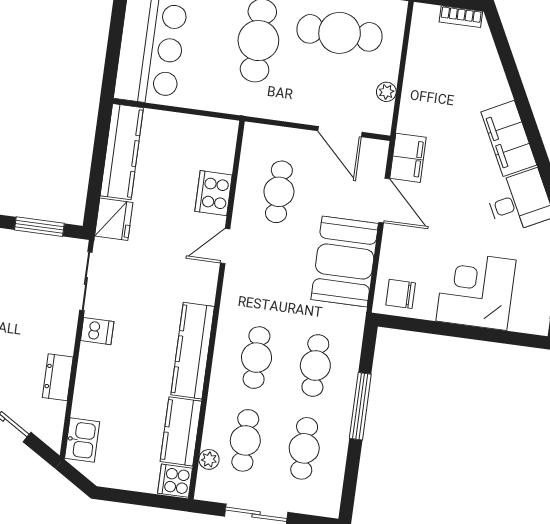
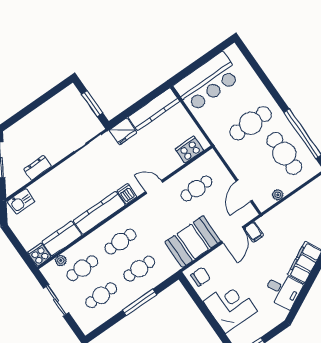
filing cabinet: (408, 158) -> (254, 232), width x0.50
cooker: (213, 193) -> (189, 150), moved
chair: (401, 294) -> (201, 277), turned 90
dishwasher: (97, 331) -> (127, 194), moved, turned 180

